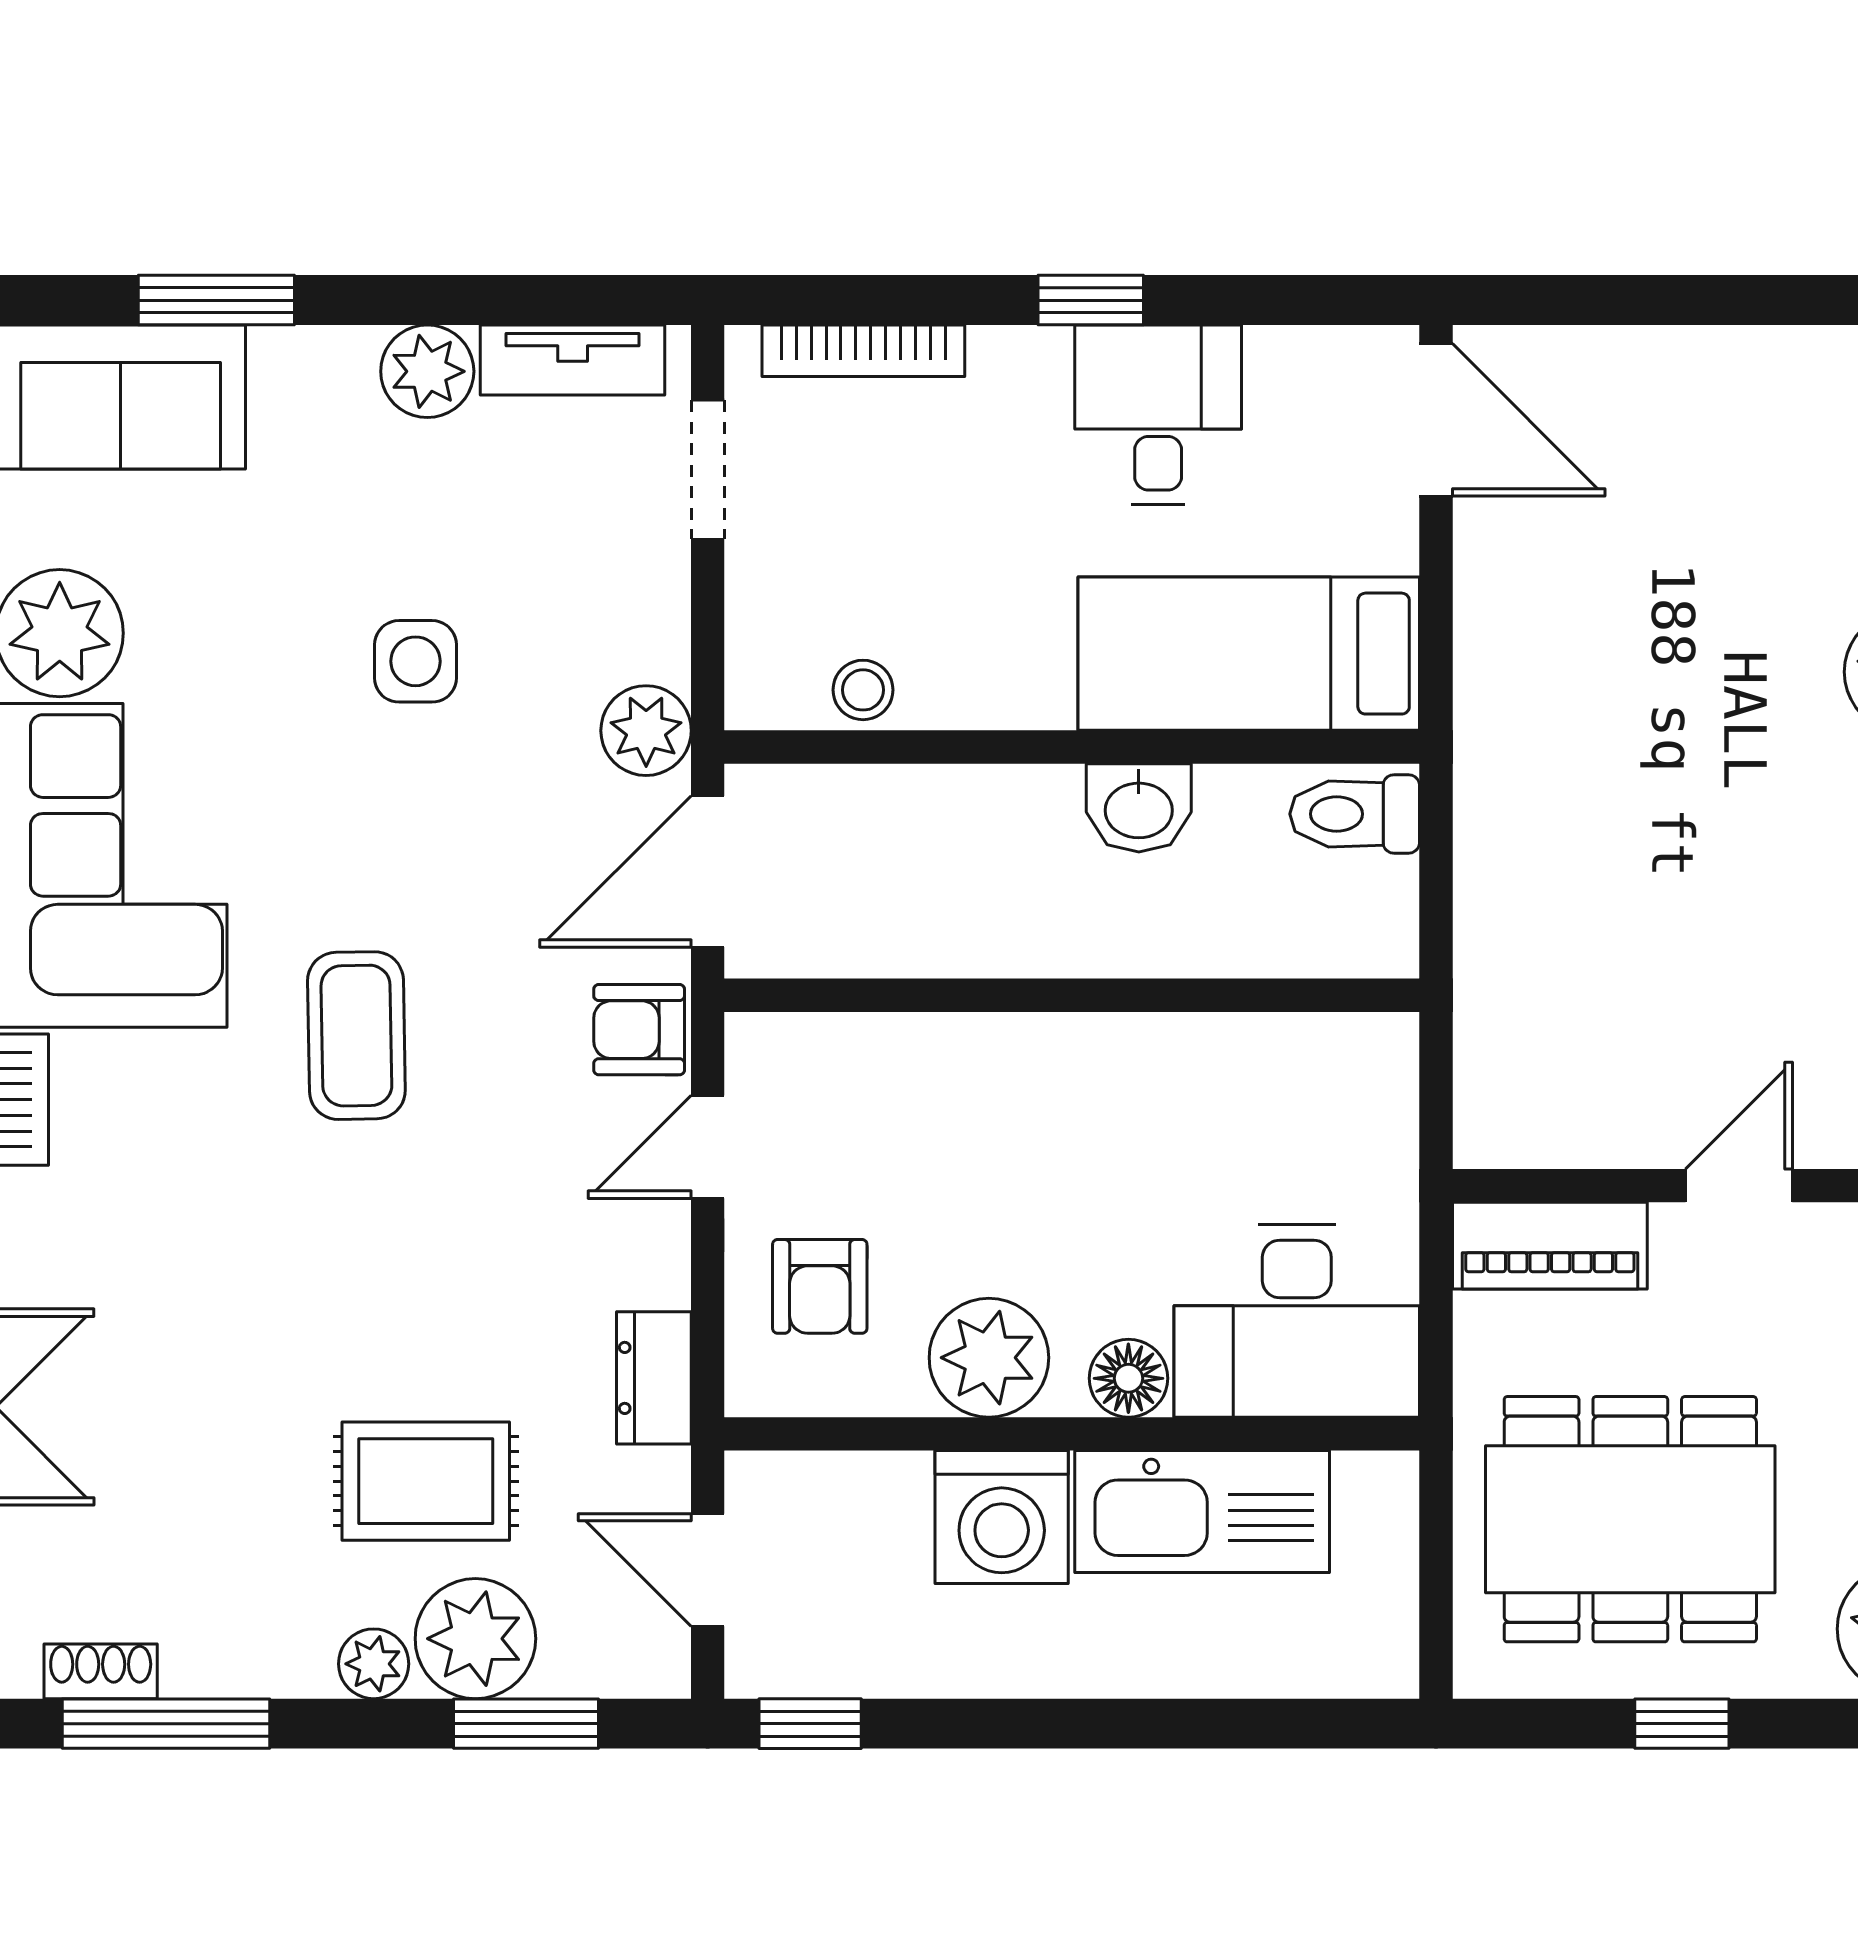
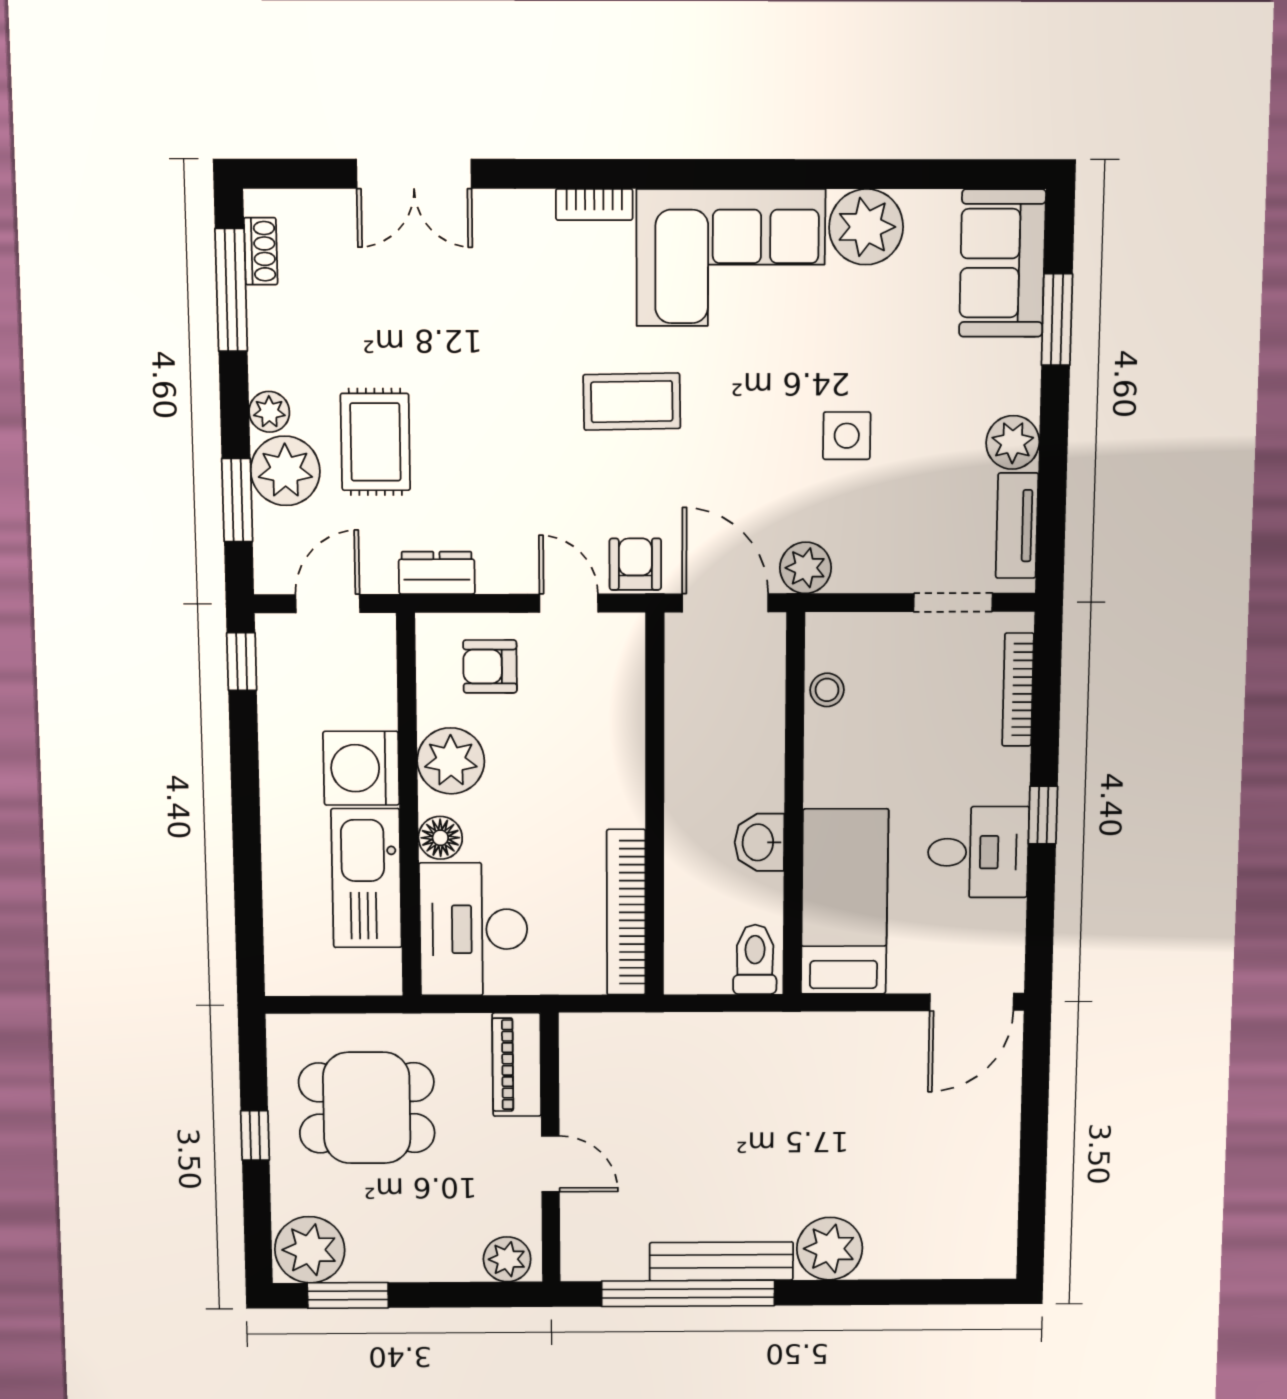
bookcase: (1267, 1046) -> (626, 912), added
dining table: (1630, 1519) -> (367, 1108), width x0.73

